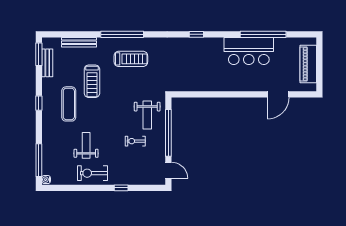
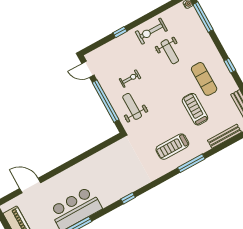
window: (122, 34) -> (191, 163), width x0.68
door: (278, 94) -> (30, 186), hinge flipped
exercise bike: (93, 173) -> (151, 31), turned 180

